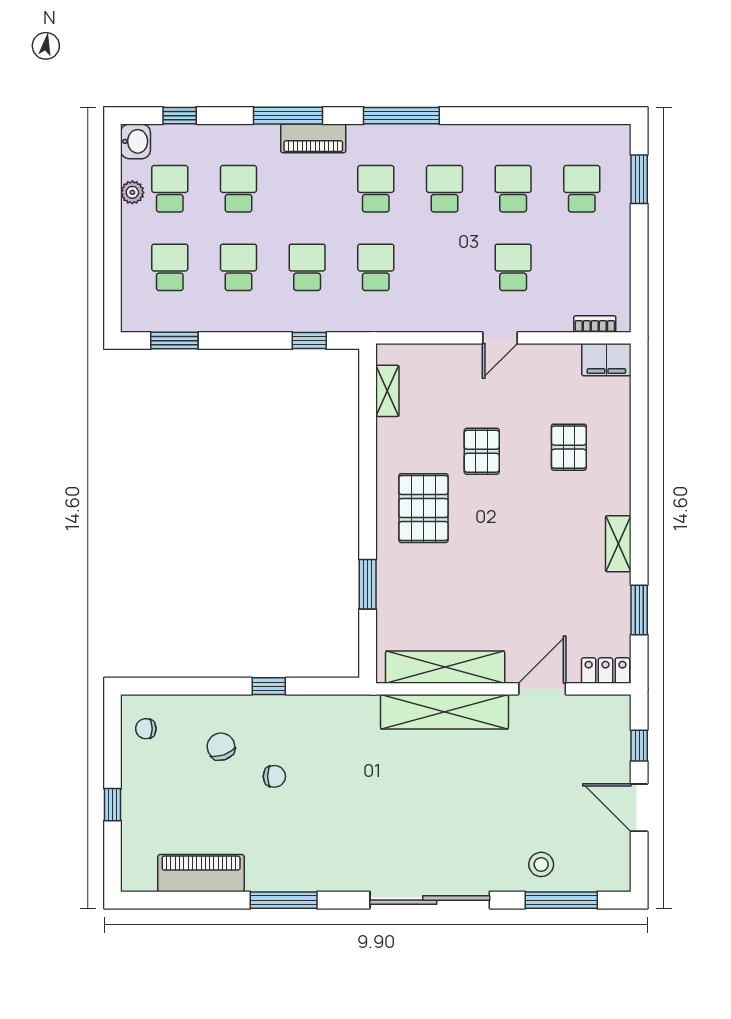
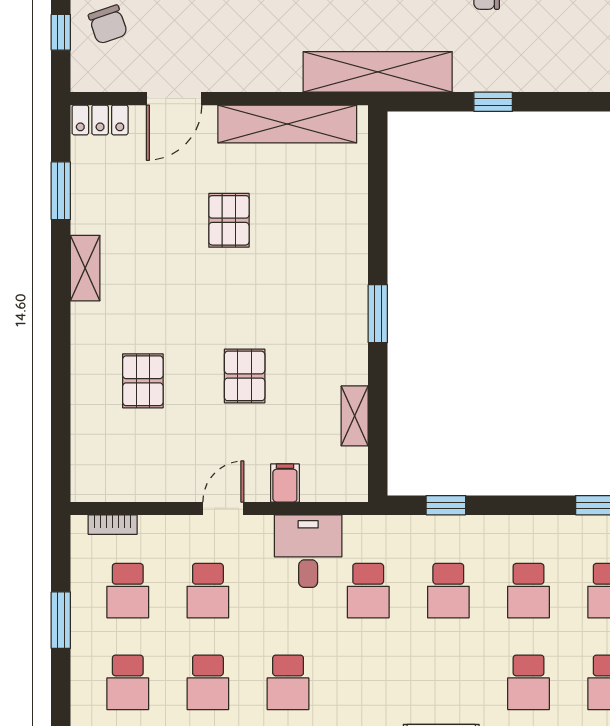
window: (639, 179) -> (61, 620), moved
school desk: (376, 189) -> (128, 591), moved
desk: (427, 301) -> (308, 551), added
filing cabinet: (606, 360) -> (285, 483), moved, width x0.50
shelving: (387, 391) -> (355, 416), moved
pallet: (423, 508) -> (229, 220), moved, width x0.67, depth x0.71
window: (368, 584) -> (378, 314), moved
shelving: (444, 712) -> (378, 72), moved
chair: (221, 747) -> (108, 24), moved

